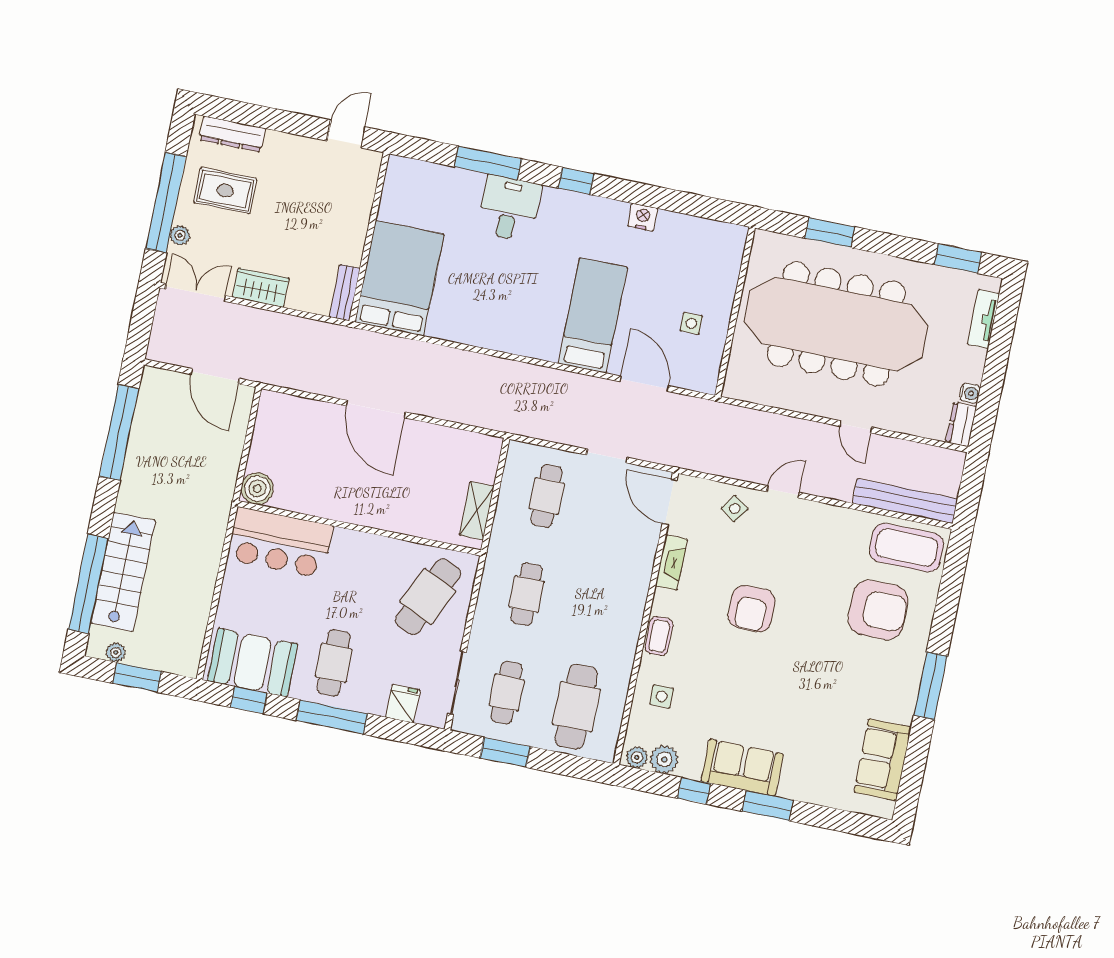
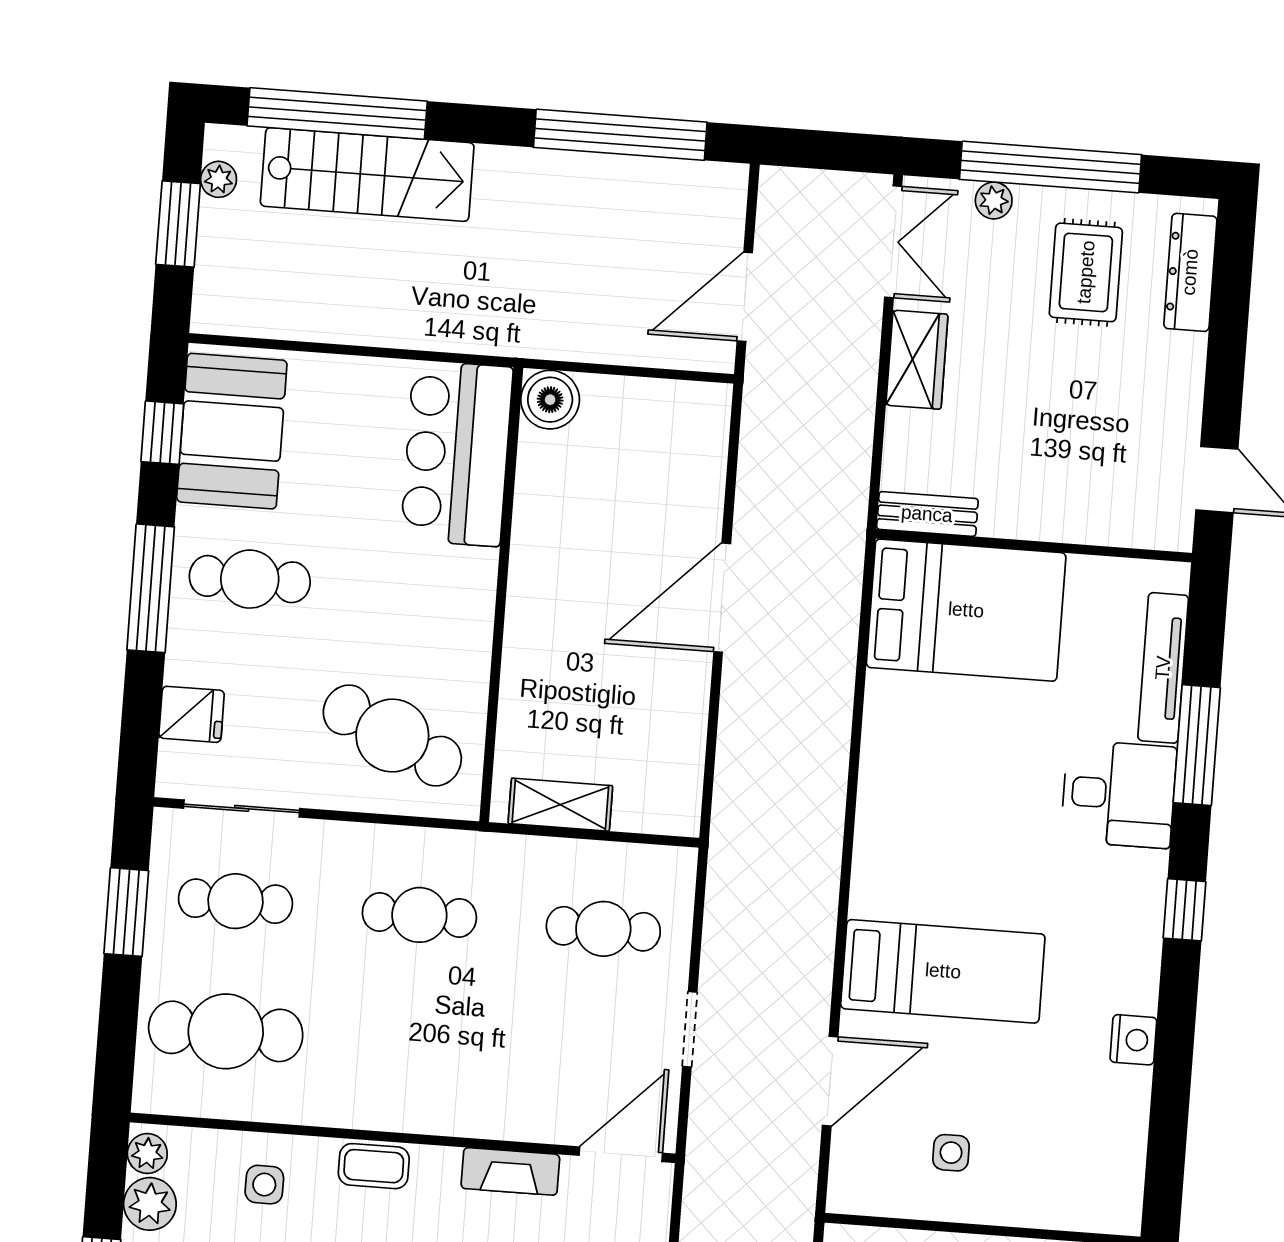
tv unit: (444, 176) -> (1163, 668), added

